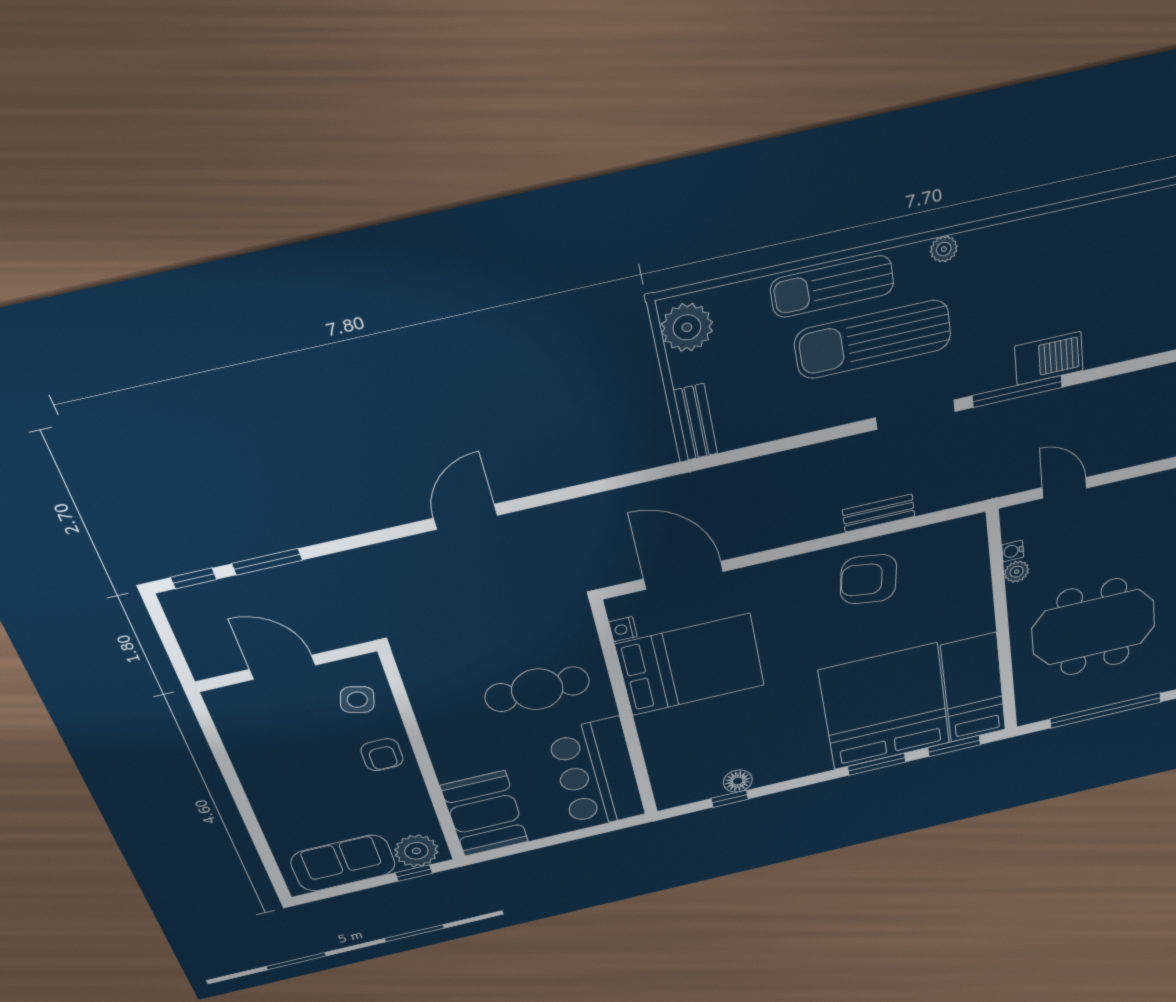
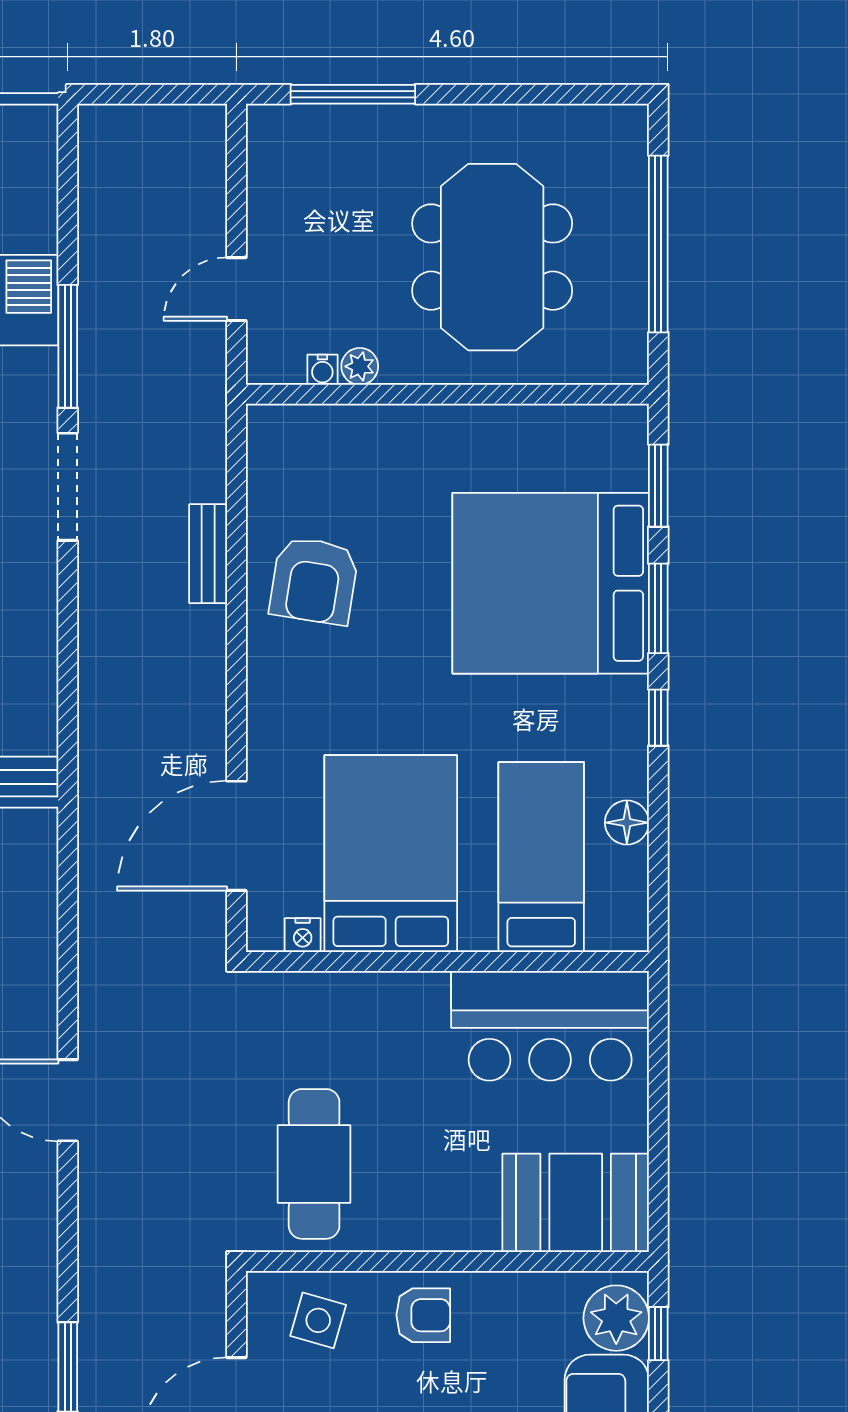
bed: (973, 688) -> (541, 857), moved, turned 90
cafe table: (537, 689) -> (314, 1164), moved
window: (730, 799) -> (658, 718), moved

